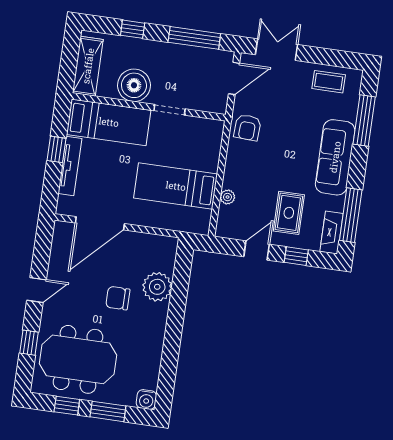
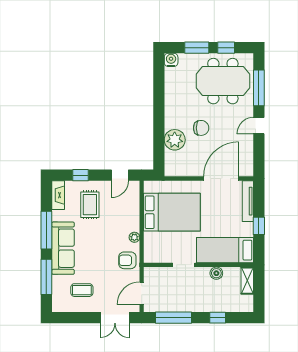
shelving: (88, 66) -> (247, 281), width x0.67, depth x0.75
coffee table: (329, 82) -> (82, 290), moved
boiler: (134, 85) -> (216, 273), width x0.54, depth x0.54
armchair: (247, 127) -> (127, 260), turned -93
tv unit: (70, 166) -> (248, 201), moved
bed: (176, 186) -> (172, 212), width x1.50
plant: (228, 197) -> (134, 237), moved
window: (351, 215) -> (46, 230), moved
door: (257, 250) -> (120, 175), moved
window: (29, 343) -> (259, 88), width x2.17

